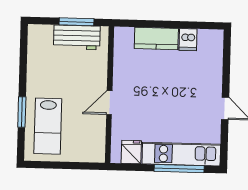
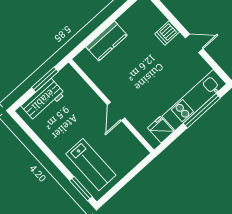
workbench: (77, 37) -> (43, 100), moved
dishwasher: (188, 40) -> (167, 33), moved, turned 90
window: (22, 112) -> (81, 189), moved

